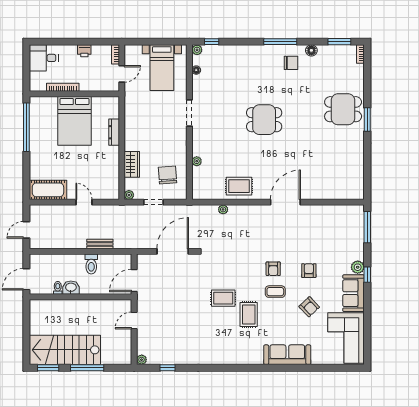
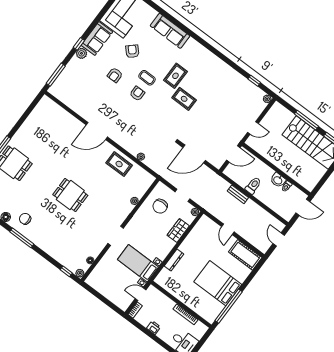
bed with nightstands: (162, 68) -> (138, 263), moved, turned -90
bed: (74, 121) -> (218, 283), moved, turned -90
door: (26, 230) -> (279, 239), swing flipped

